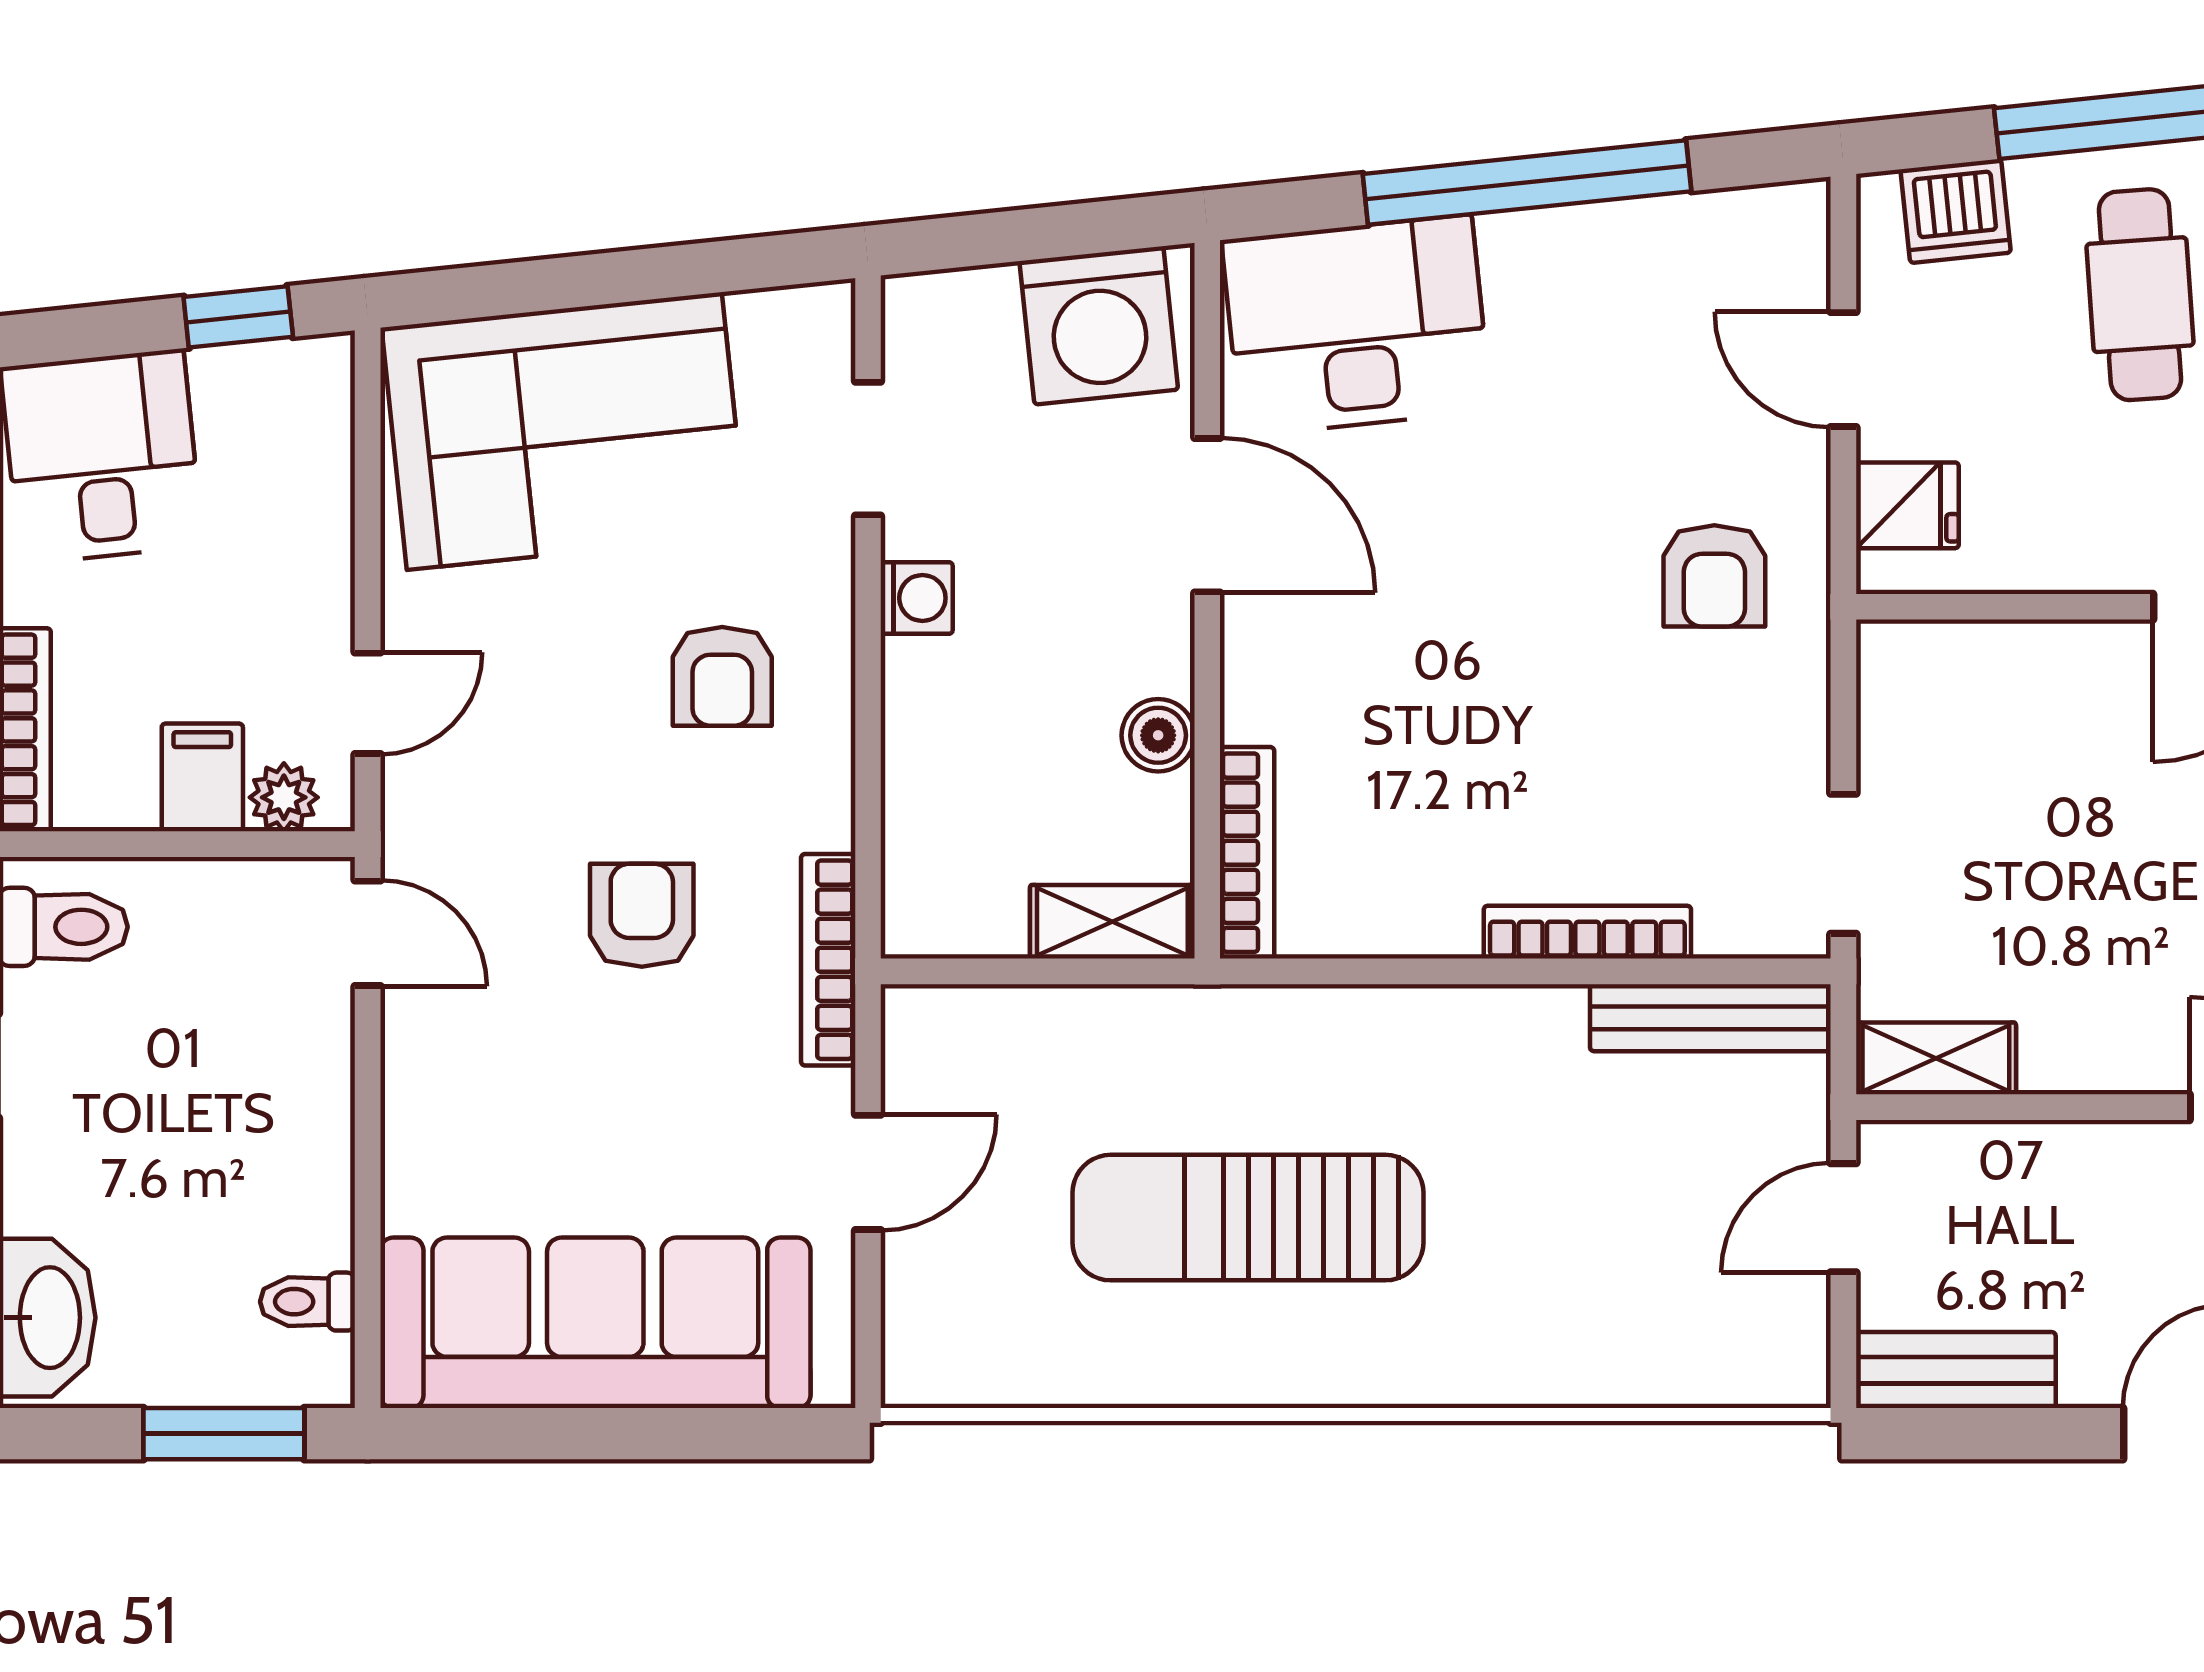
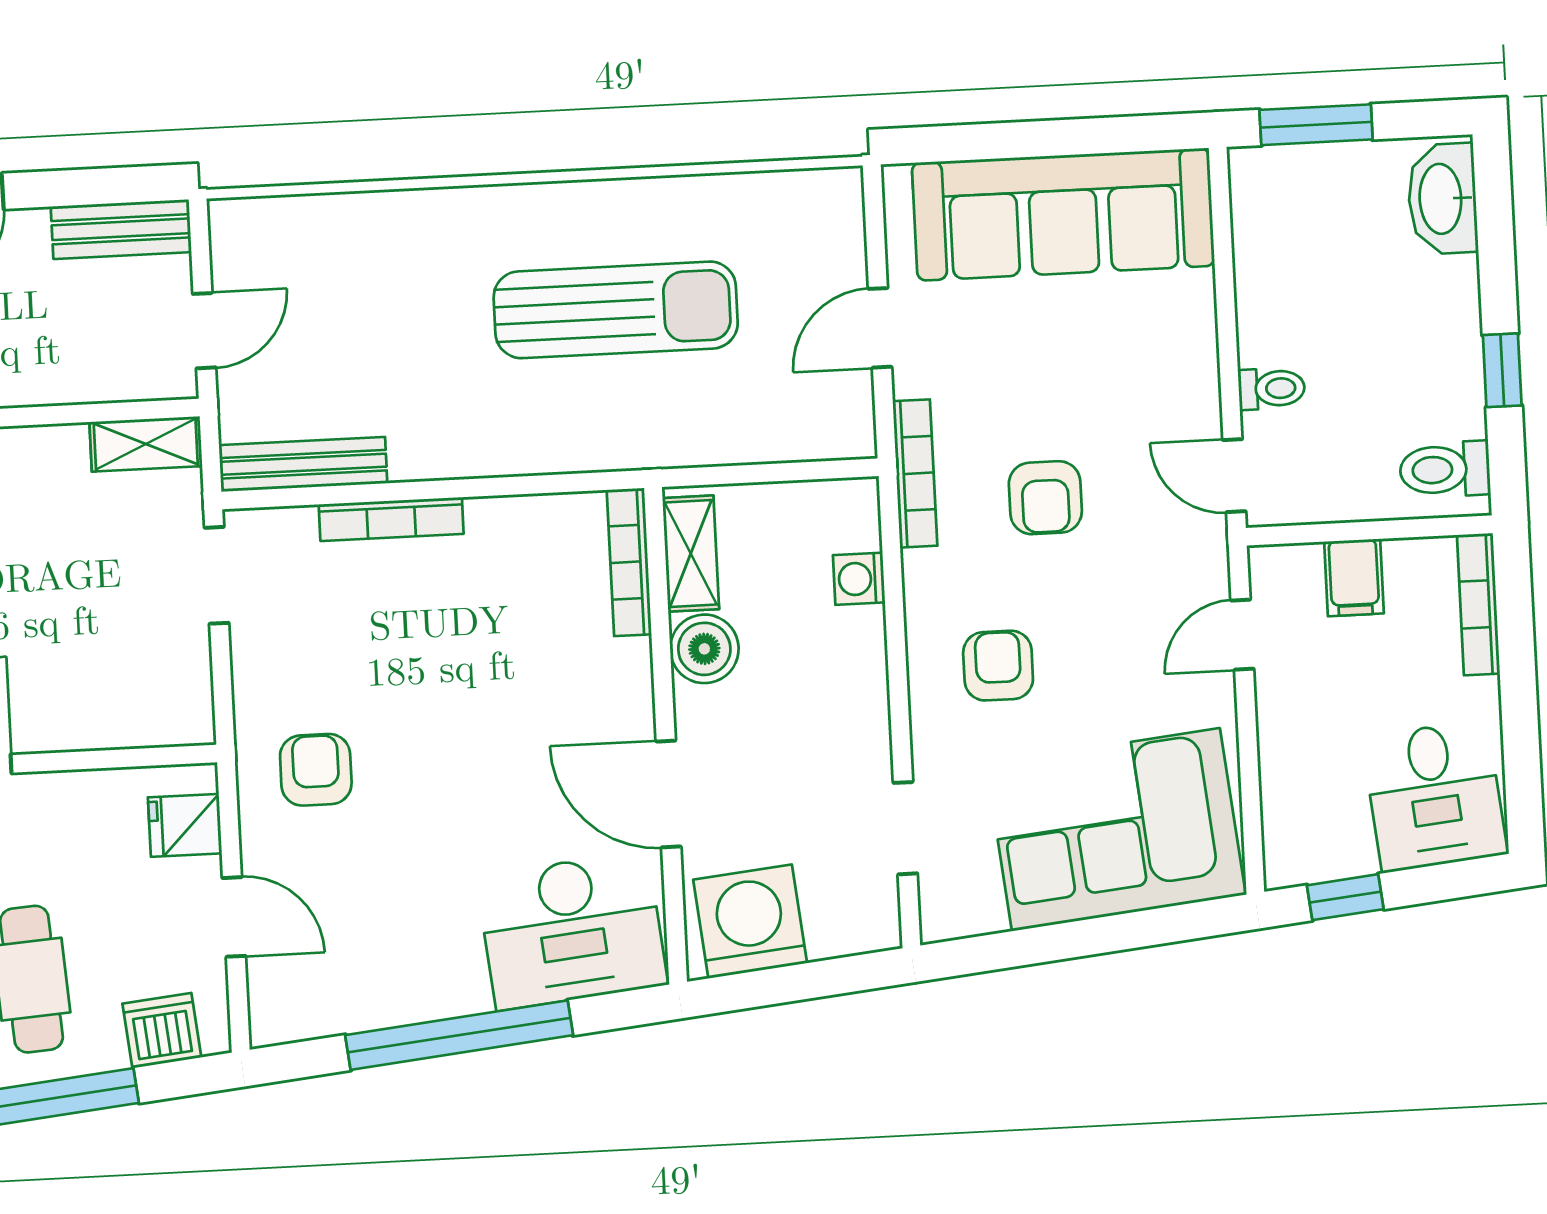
washing machine: (917, 598) -> (859, 579), moved
boiler: (1158, 735) -> (704, 649), width x1.36, depth x1.36
plant: (284, 797) -> (1297, 567), removed
shelving: (1112, 922) -> (691, 554), moved, turned 90
toilet: (307, 1302) -> (1272, 389), moved

